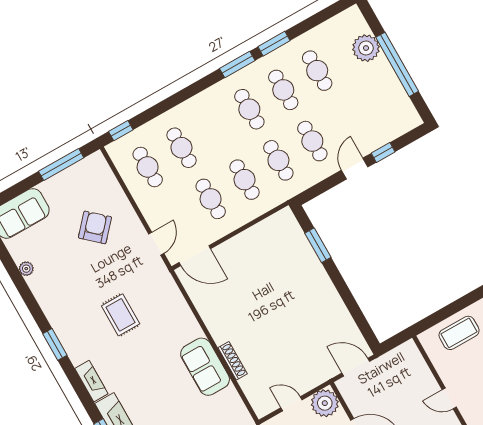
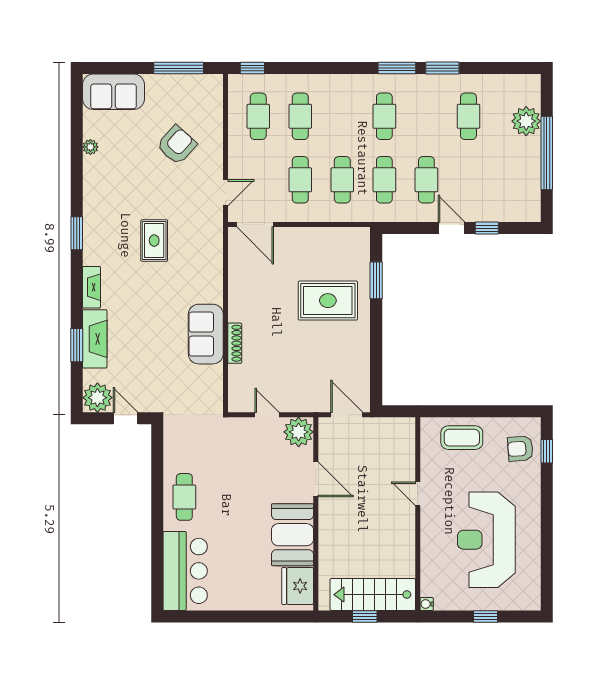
cafe table: (283, 90) -> (426, 116), removed
door: (355, 169) -> (451, 228), hinge flipped
rug: (288, 284) -> (328, 301), added

